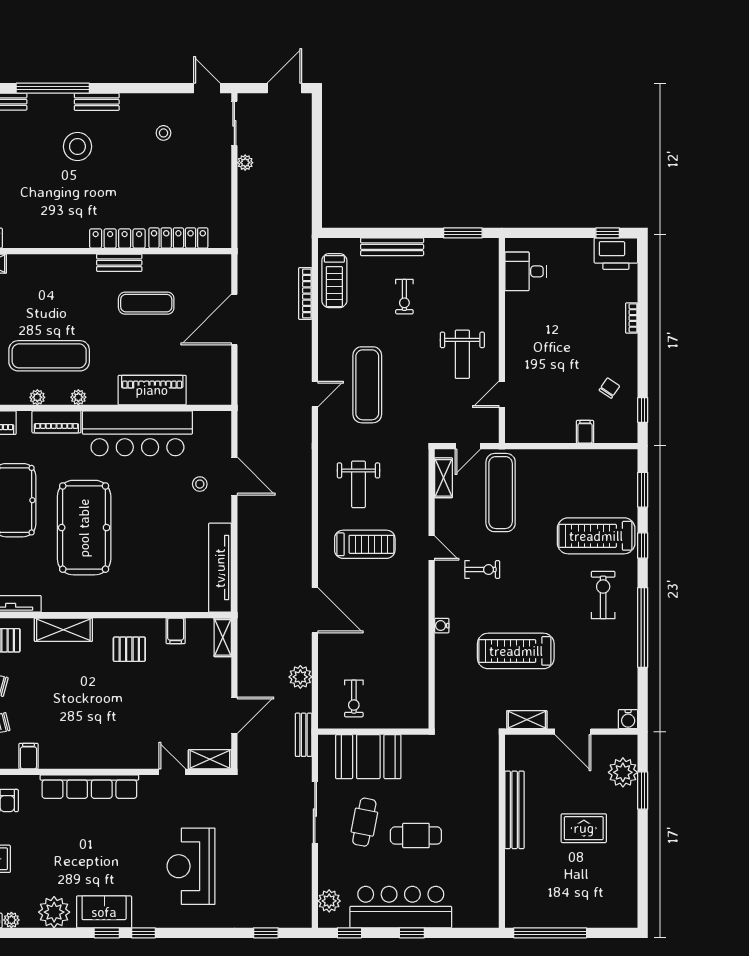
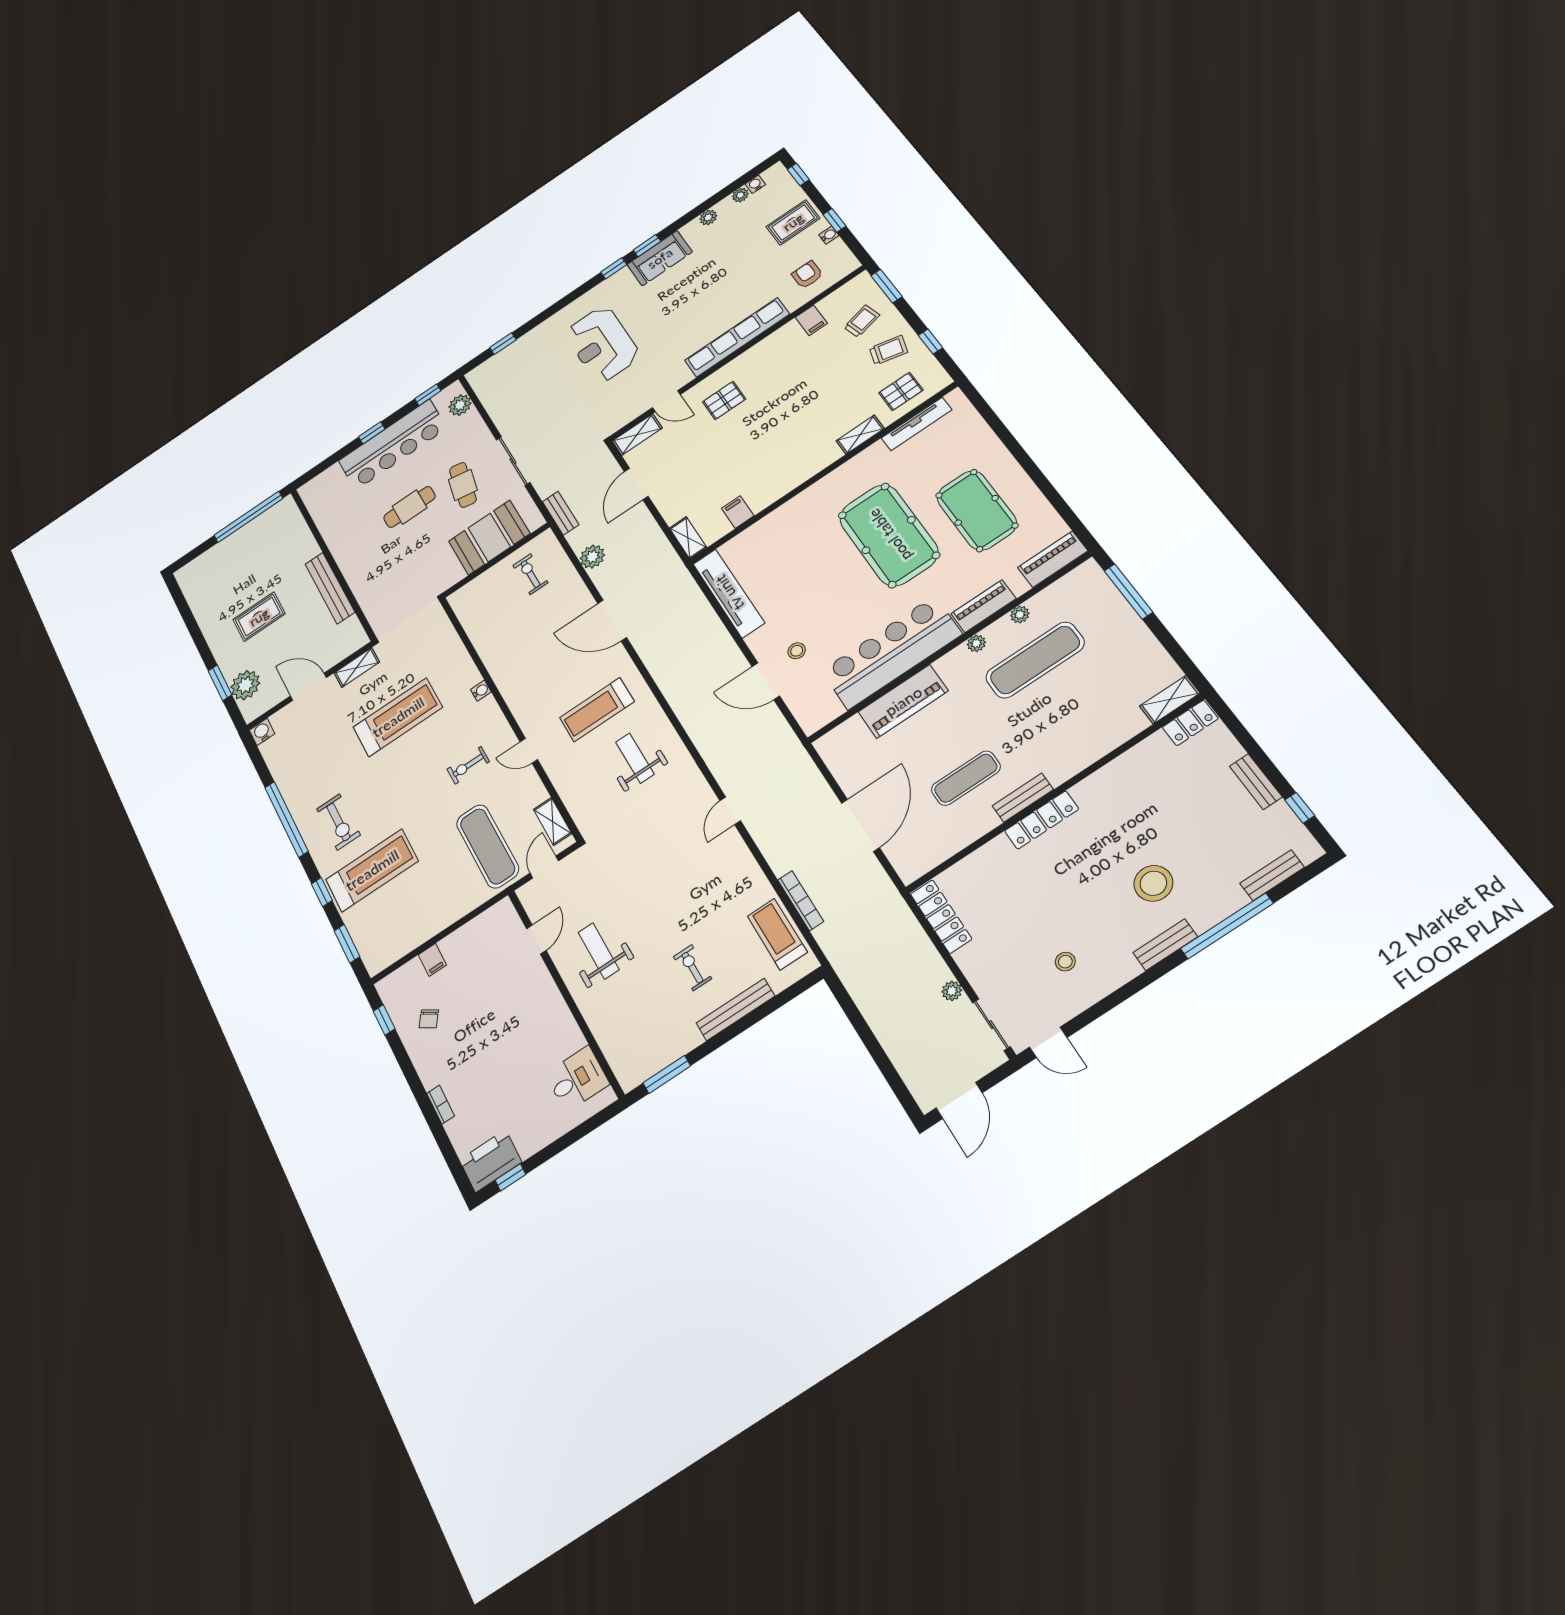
locker: (178, 238) -> (941, 916), moved, turned -90
exercise mat: (367, 385) -> (681, 856), removed
shelving: (63, 630) -> (860, 435), width x0.67, depth x0.75
pallet: (129, 649) -> (724, 400), moved
reception desk: (191, 866) -> (602, 344), turned 180
plant: (54, 912) -> (708, 217), width x0.53, depth x0.53

